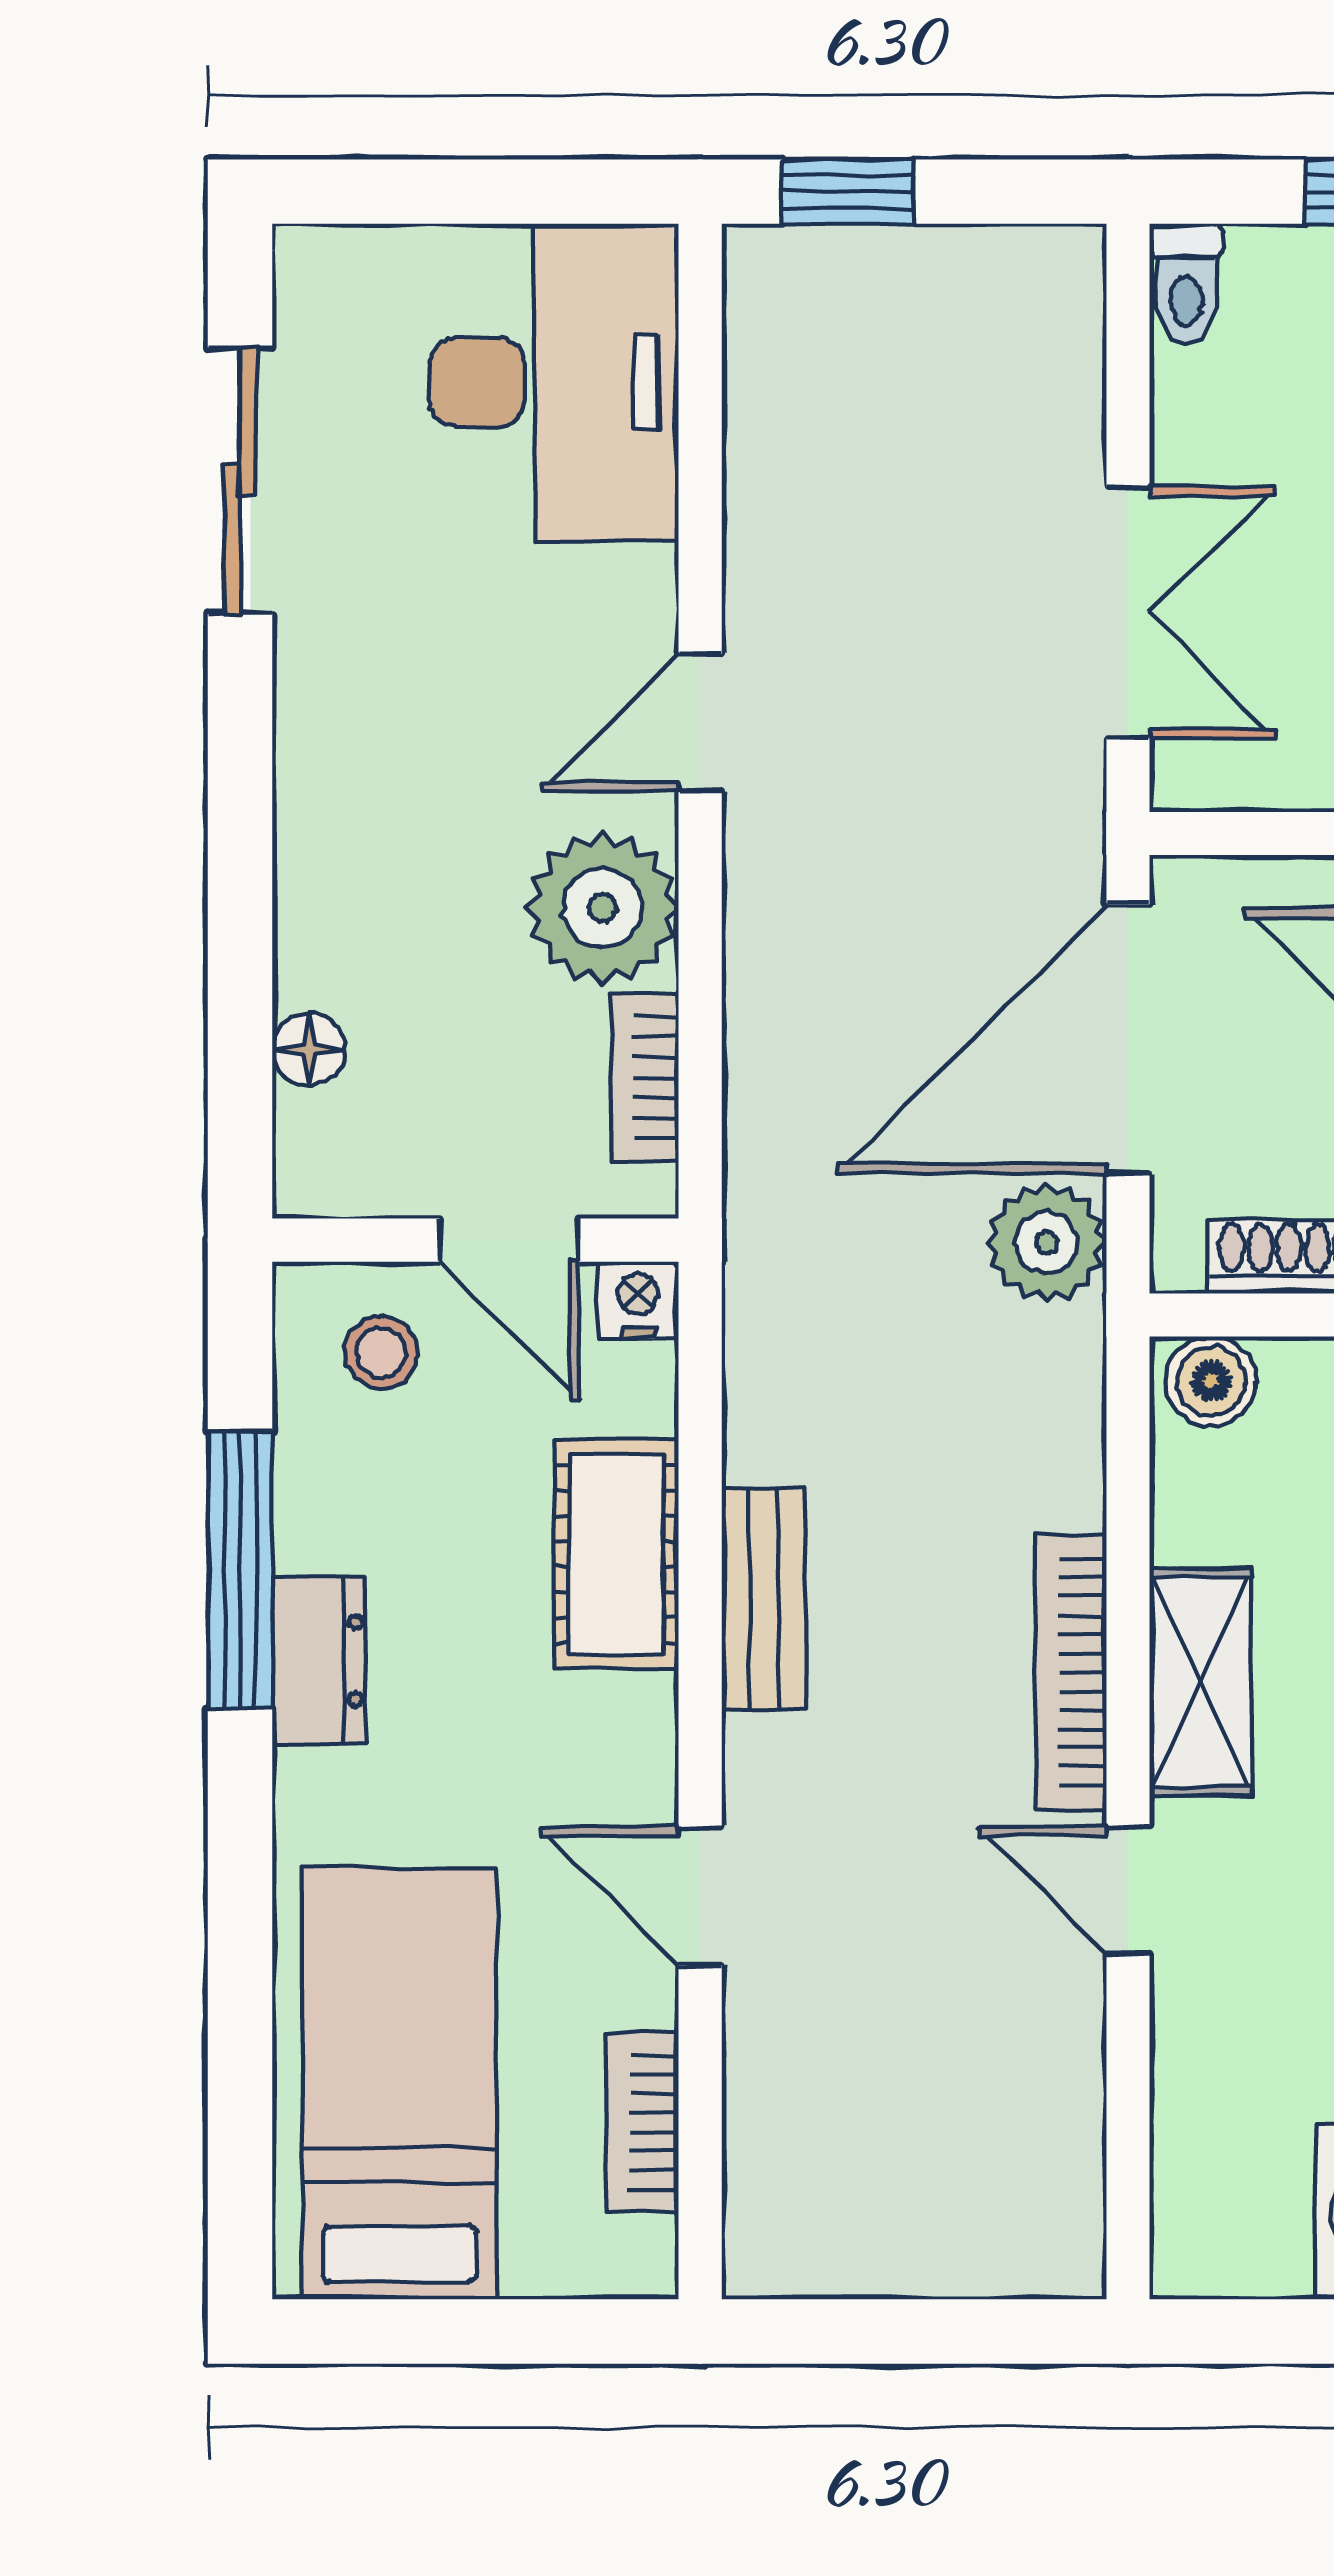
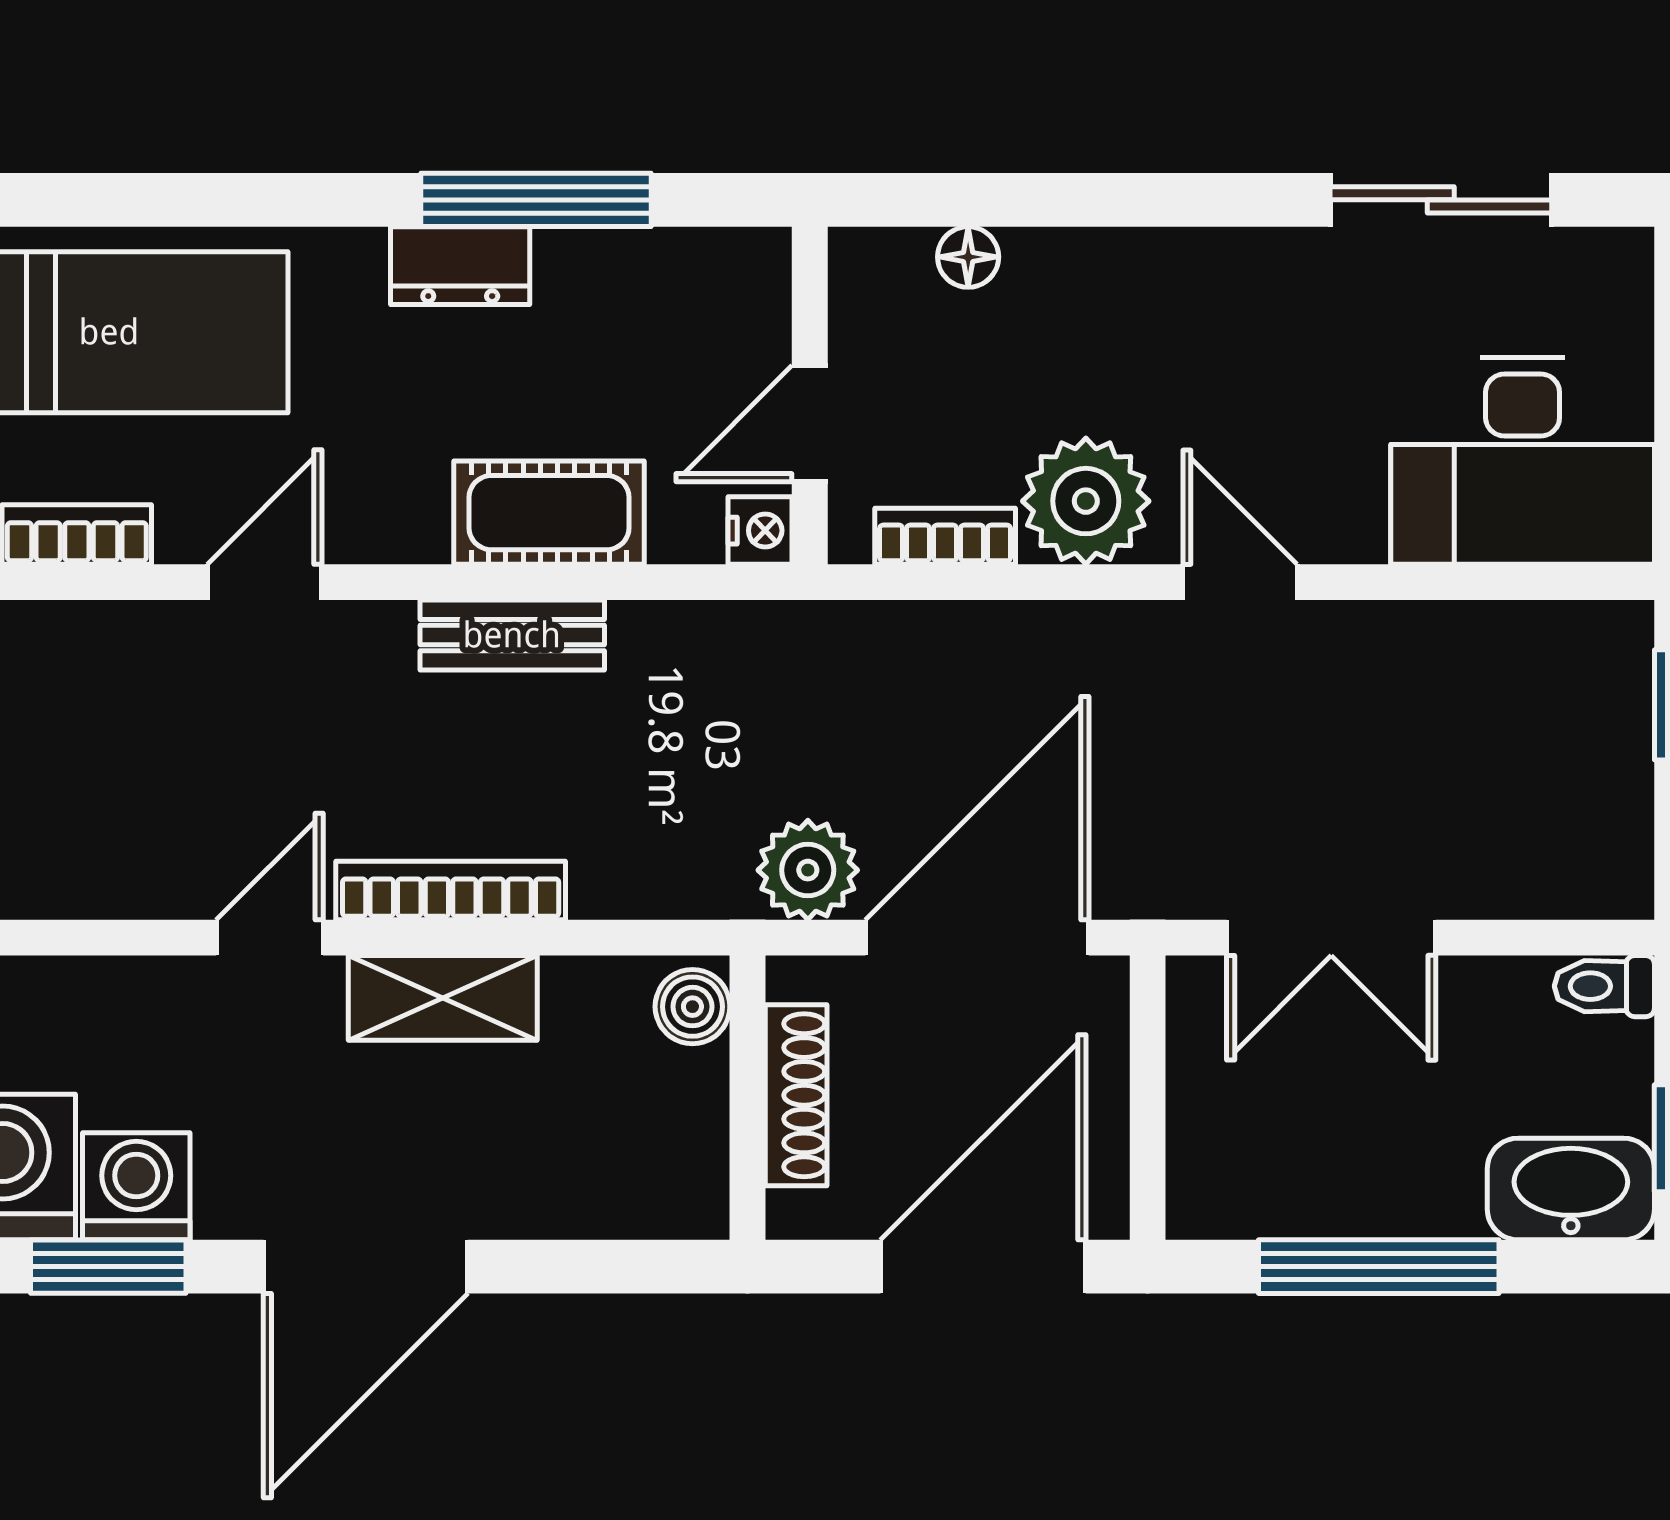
door: (1128, 1039) -> (977, 938), hinge flipped
stool: (381, 1353) -> (716, 317), removed

